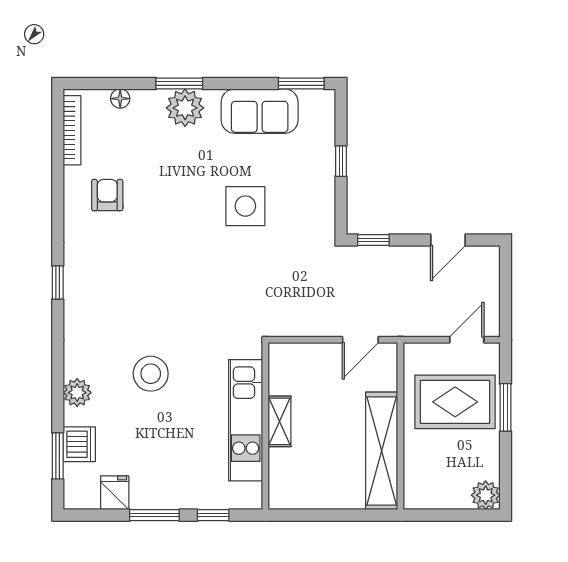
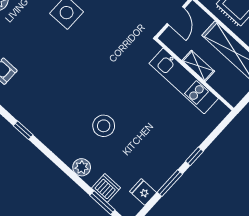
kitchen unit: (246, 420) -> (184, 81), moved
shelving: (280, 421) -> (198, 66), moved
wall: (265, 426) -> (195, 74), moved

